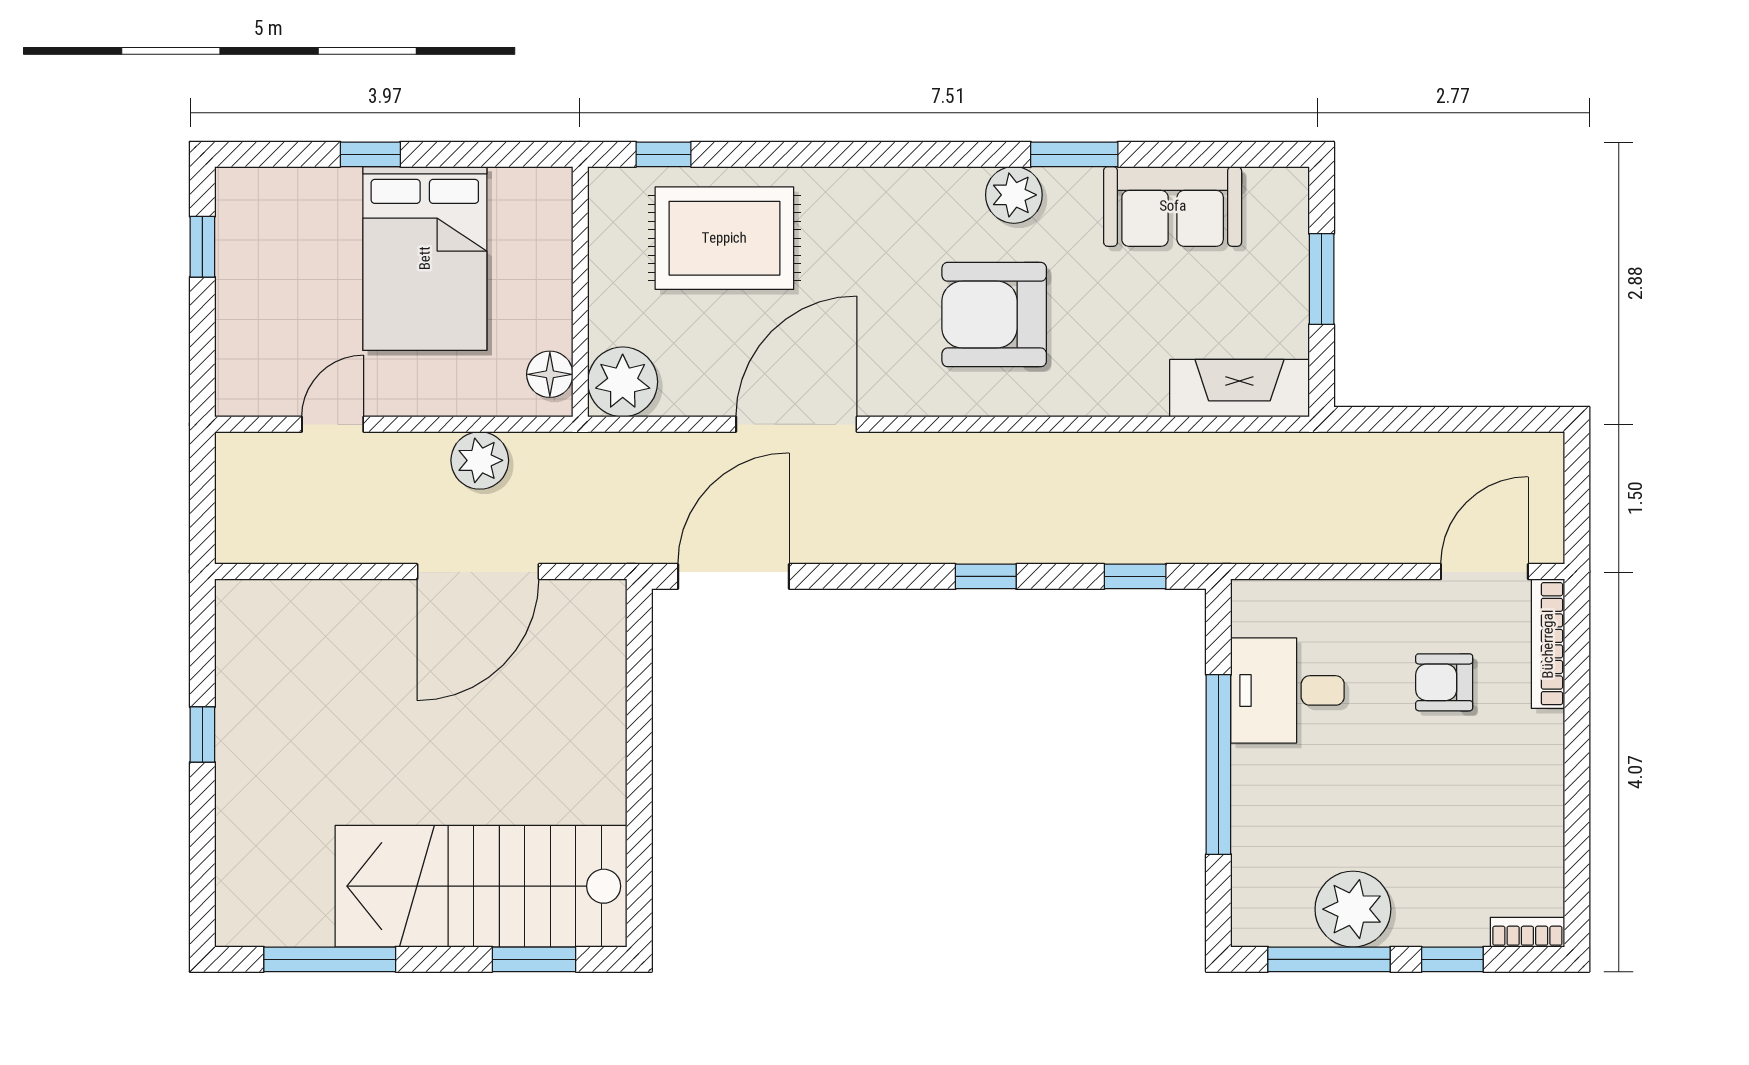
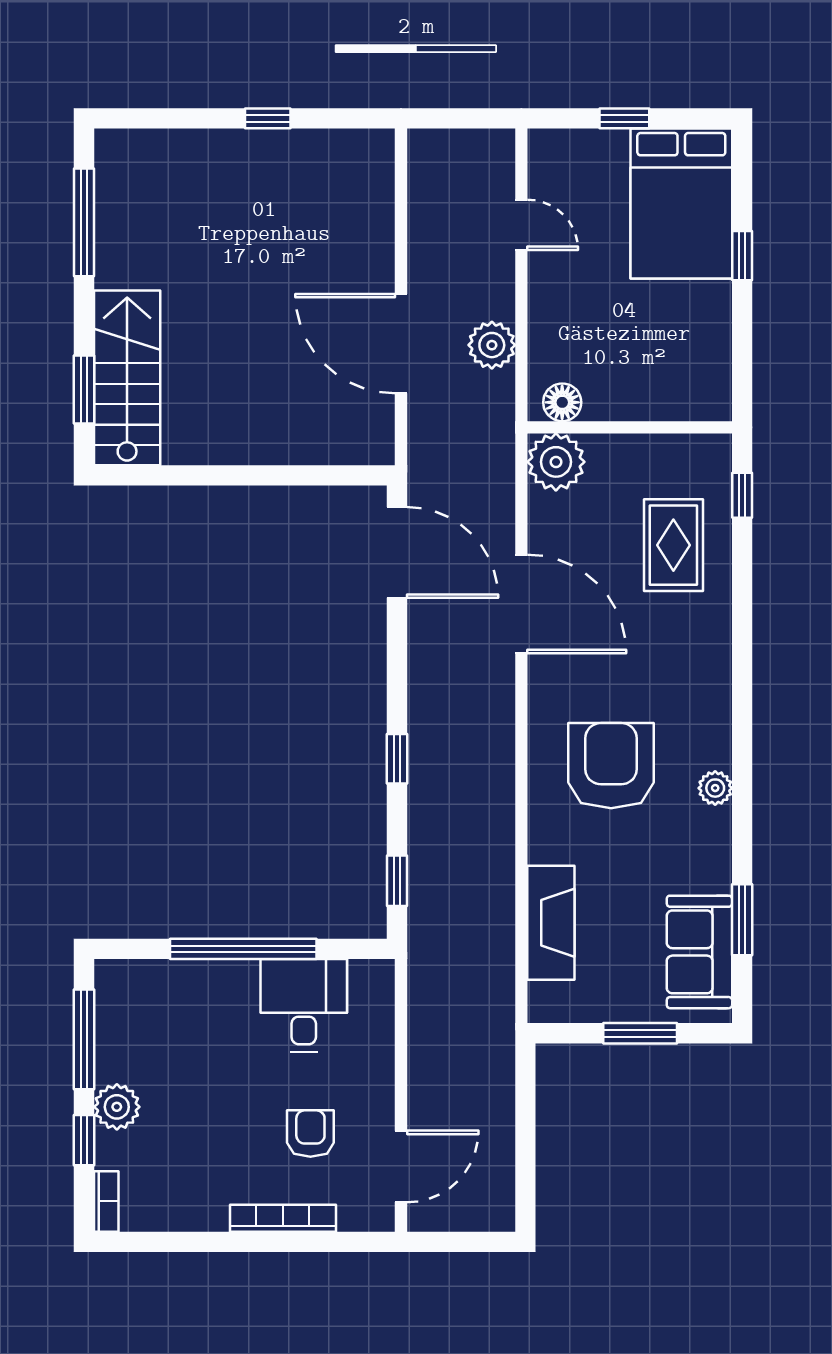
window: (1074, 154) -> (742, 920), moved
plant: (1014, 195) -> (715, 788), width x0.73, depth x0.73
sofa: (1173, 206) -> (699, 952), moved
rug: (724, 238) -> (673, 545), width x0.73, depth x0.70
window: (202, 247) -> (624, 118), moved
bed: (425, 258) -> (681, 204), moved, turned -90
fireplace: (1239, 388) -> (551, 923), moved
door: (1484, 572) -> (401, 1166), hinge flipped
bookcase: (1548, 644) -> (283, 1218), moved
stairs: (481, 886) -> (127, 378), width x0.73, depth x0.66
plant: (1353, 909) -> (117, 1107), moved, width x0.73, depth x0.73

